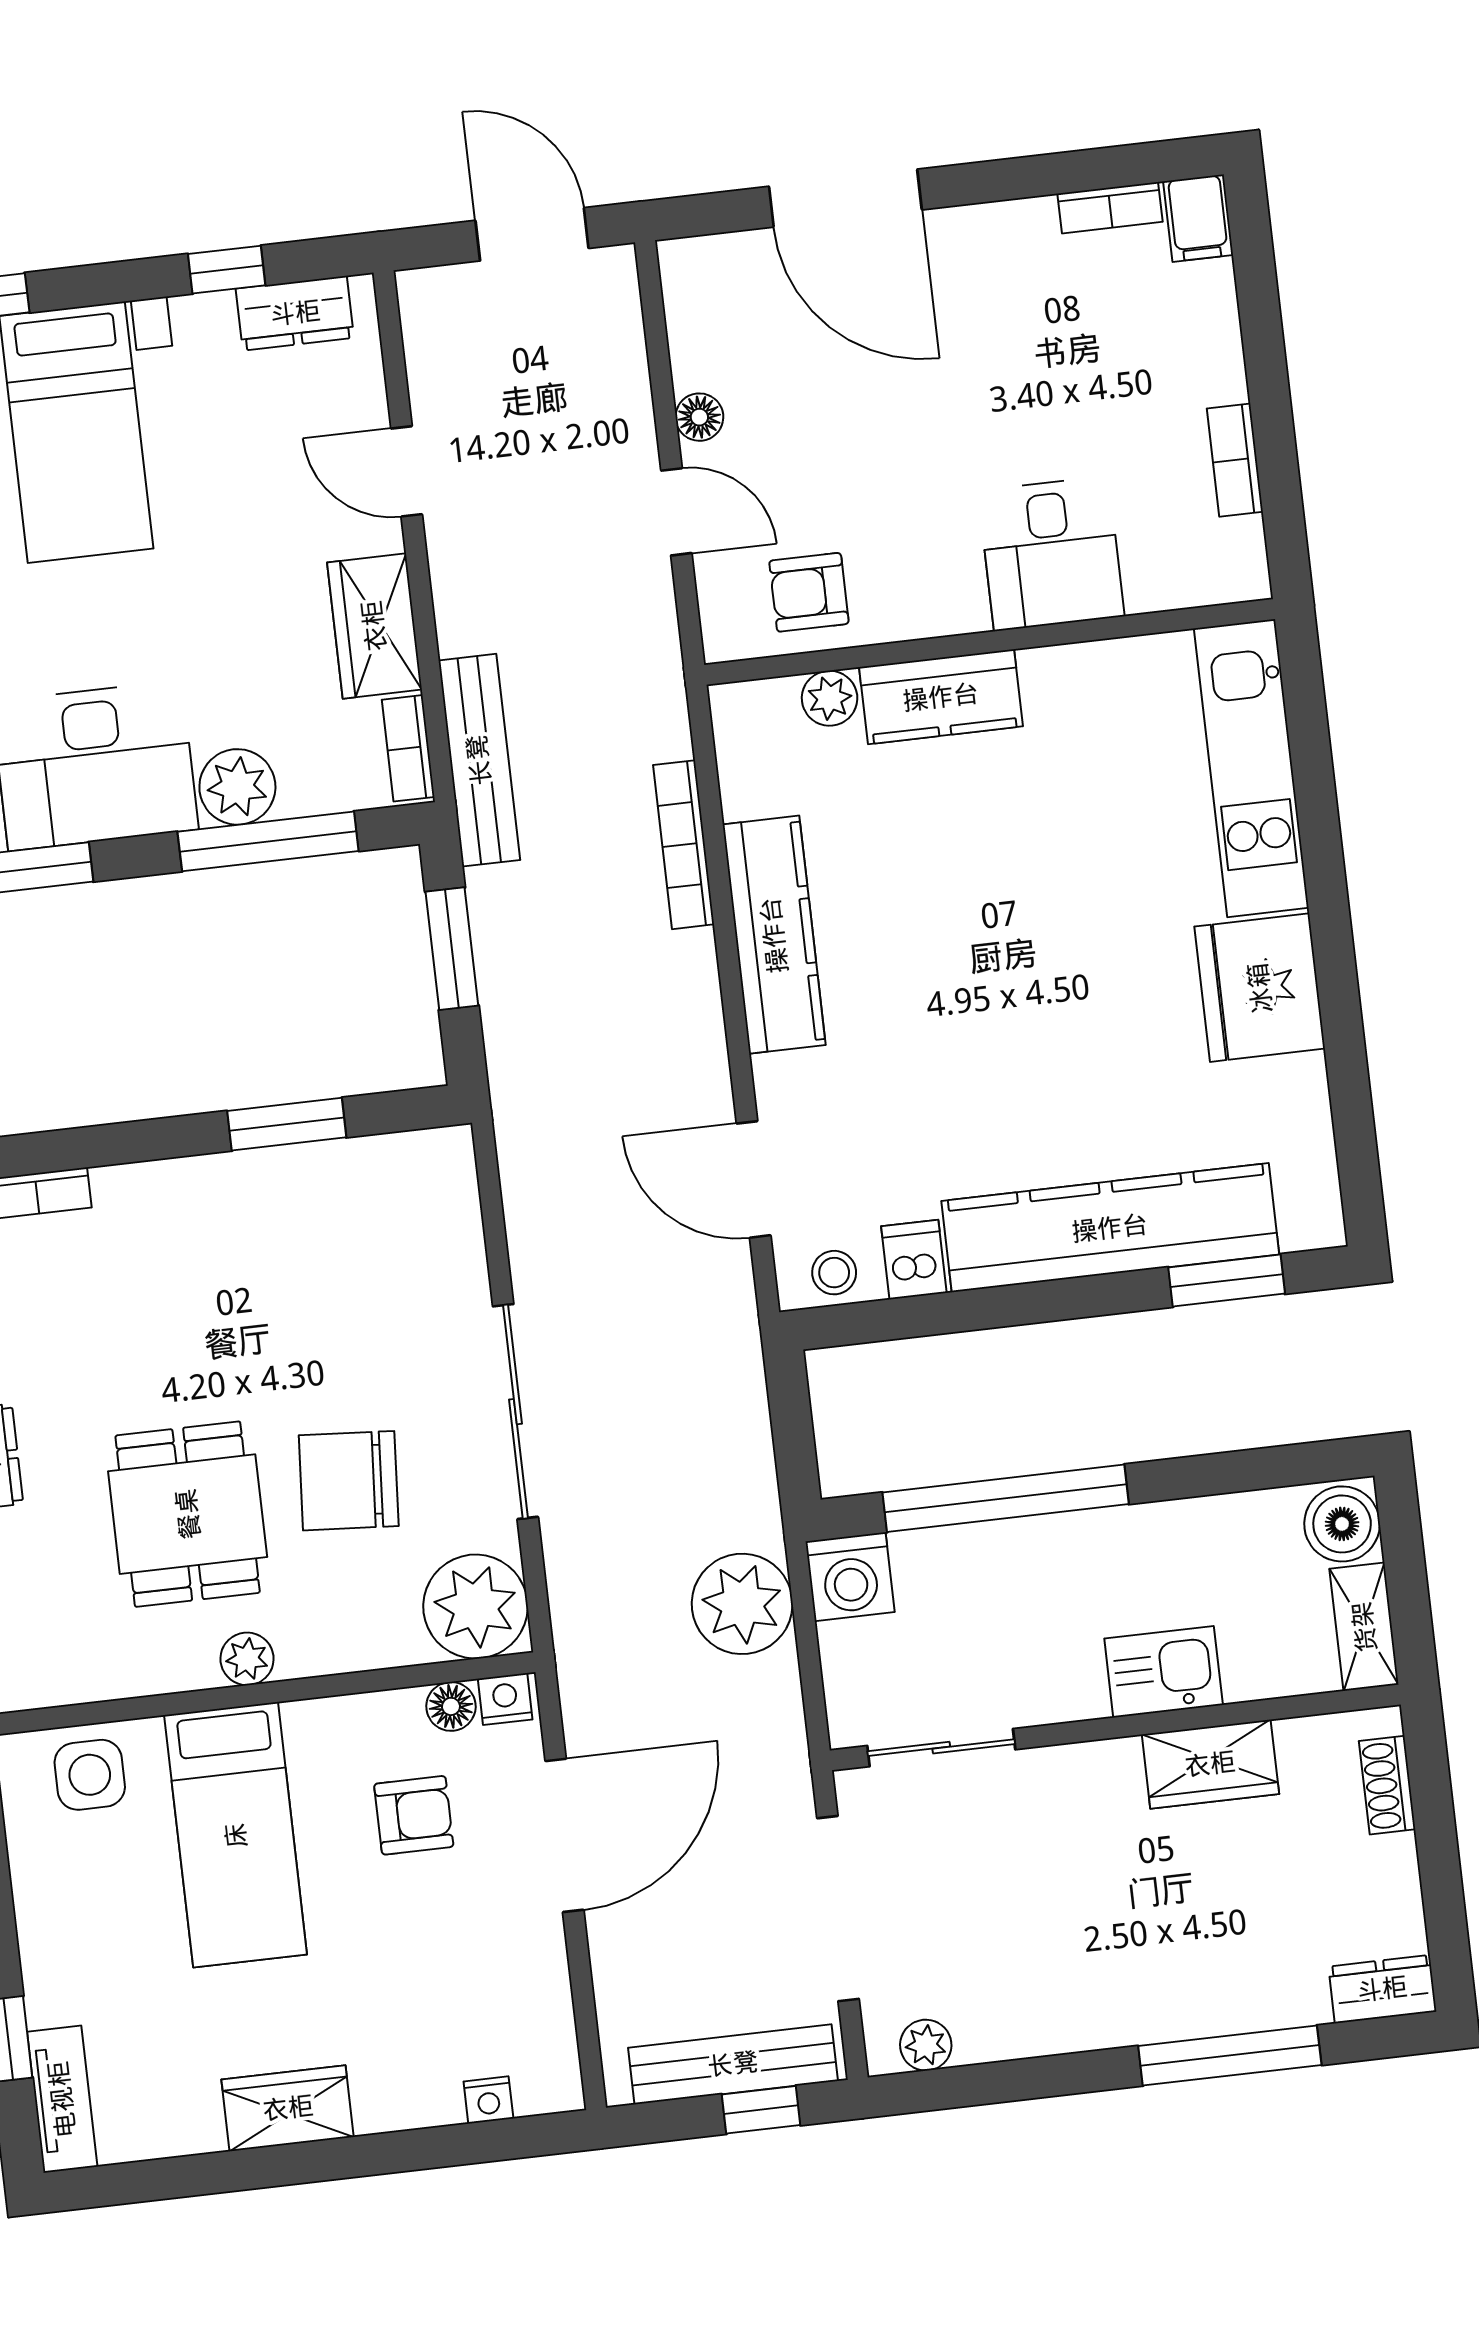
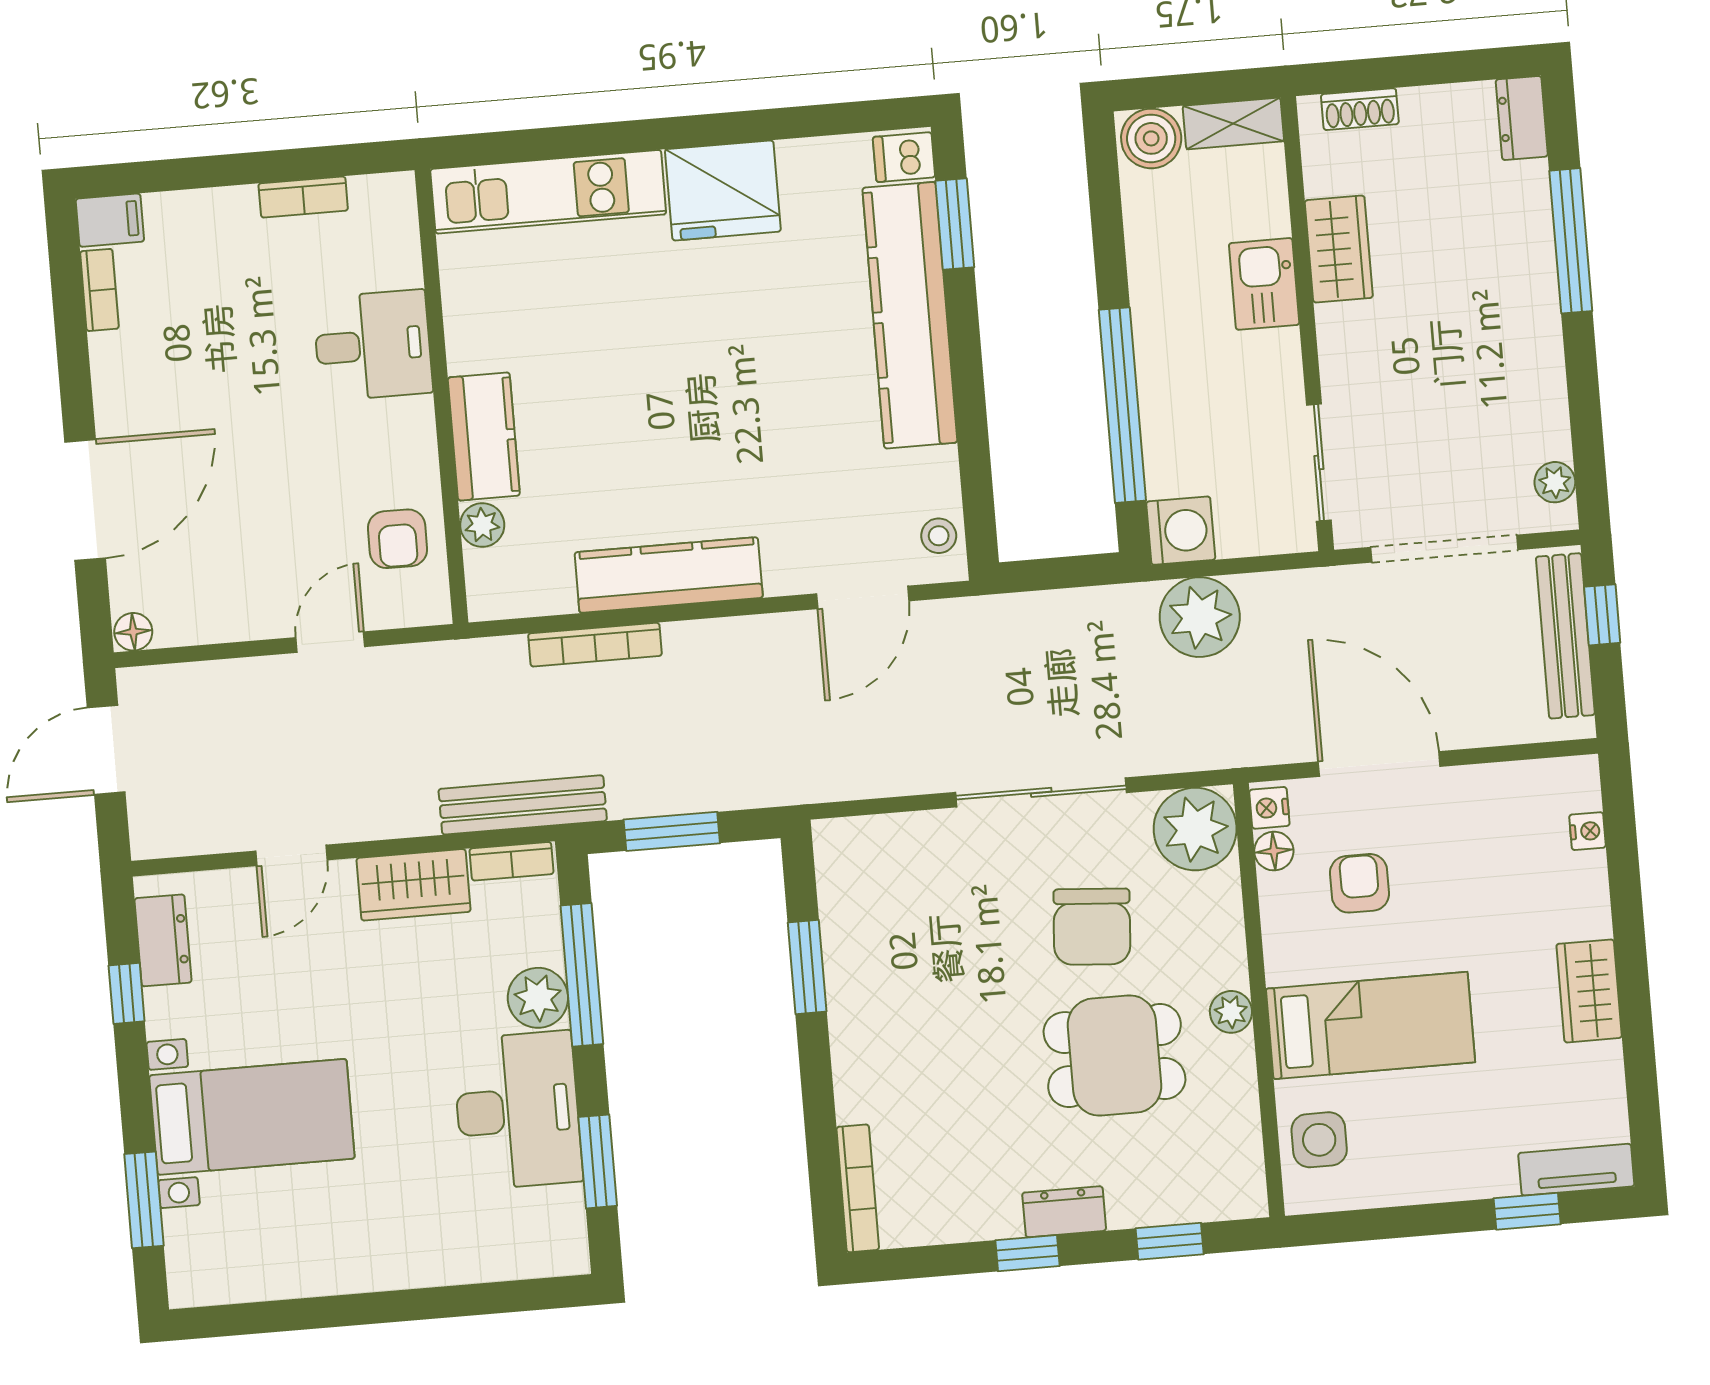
floor lamp: (699, 417) -> (133, 632), moved
dishwasher: (914, 1260) -> (904, 157), moved

